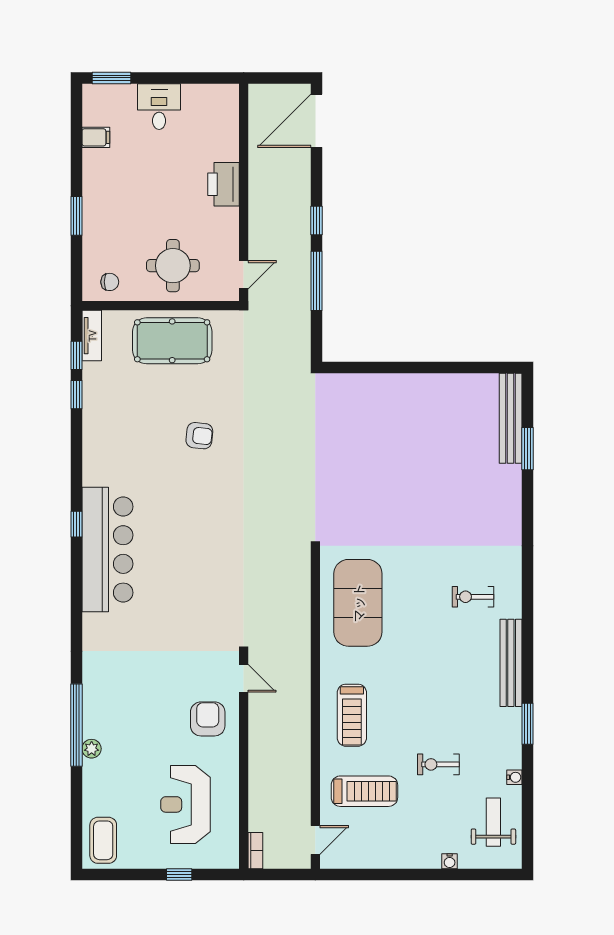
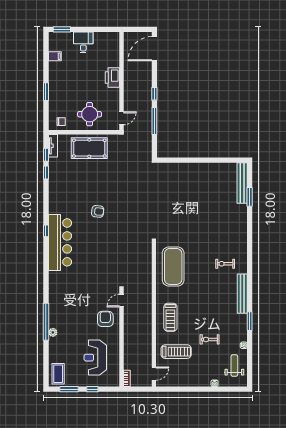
armchair: (199, 436) -> (98, 211), moved
door: (244, 678) -> (122, 301), swing flipped
window: (127, 874) -> (69, 389), added

